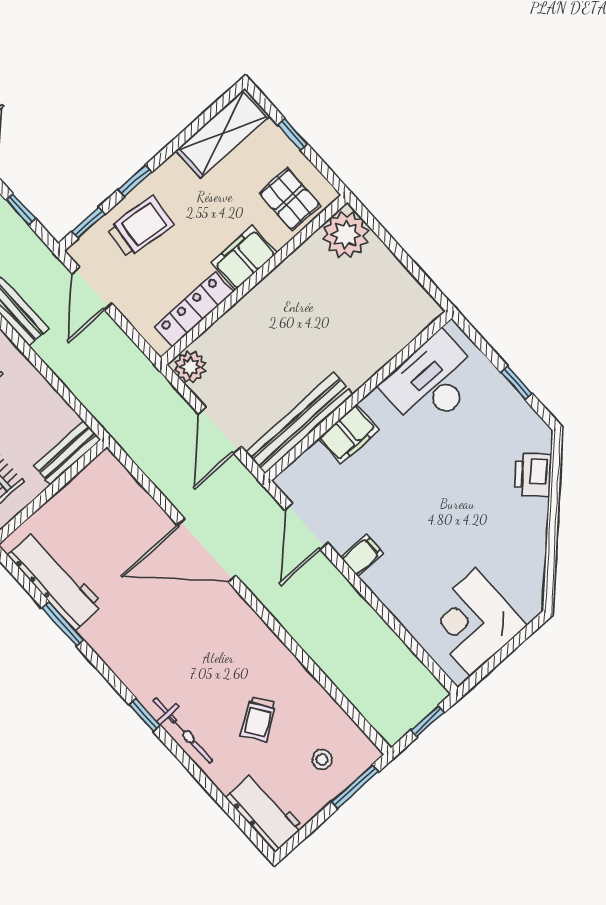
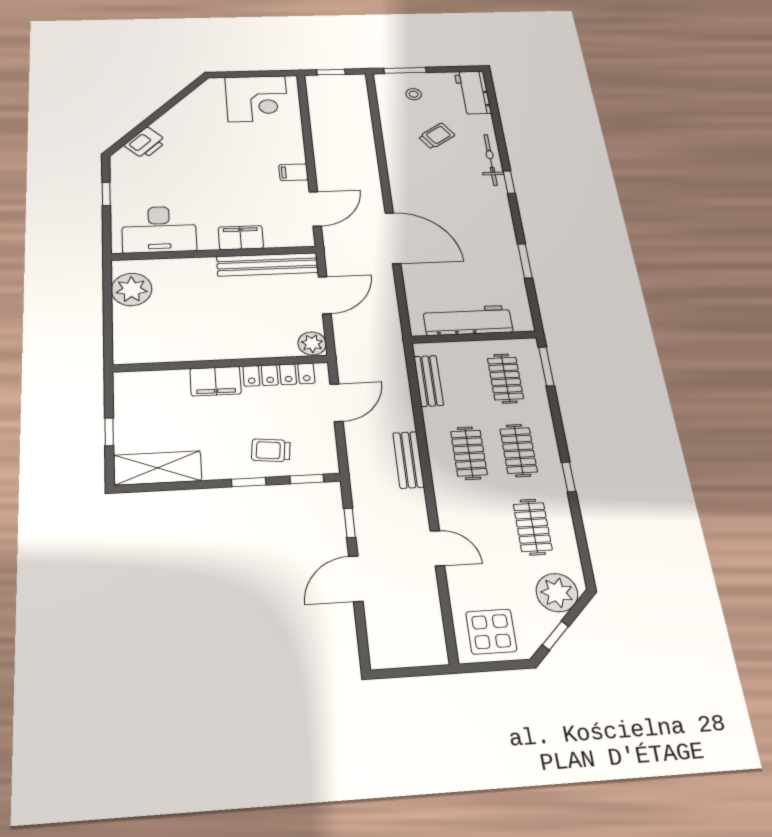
pallet: (290, 199) -> (150, 394), removed
trolley: (141, 227) -> (271, 450), width x0.73, depth x0.72
plant: (346, 235) -> (132, 289), moved
door: (92, 288) -> (336, 403), moved
bench: (67, 453) -> (429, 381), moved, turned 90
workbench: (55, 580) -> (468, 320), moved, turned 90

